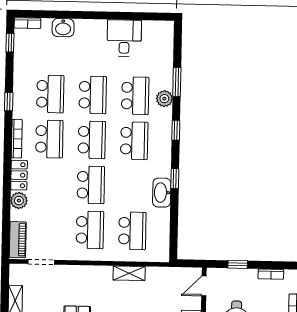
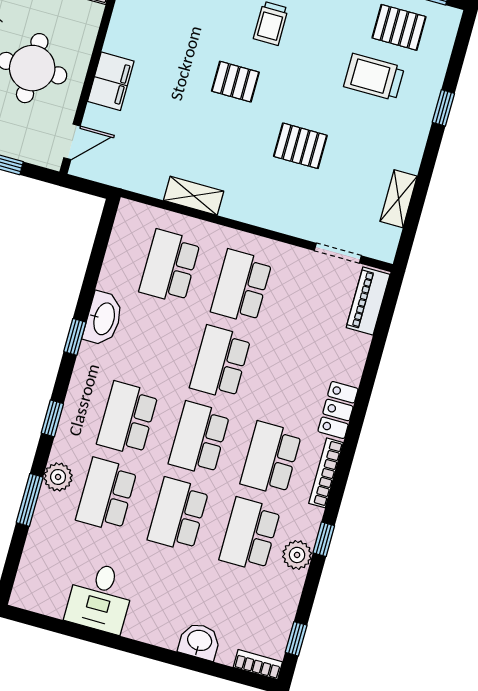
plant: (19, 201) -> (297, 555), moved

